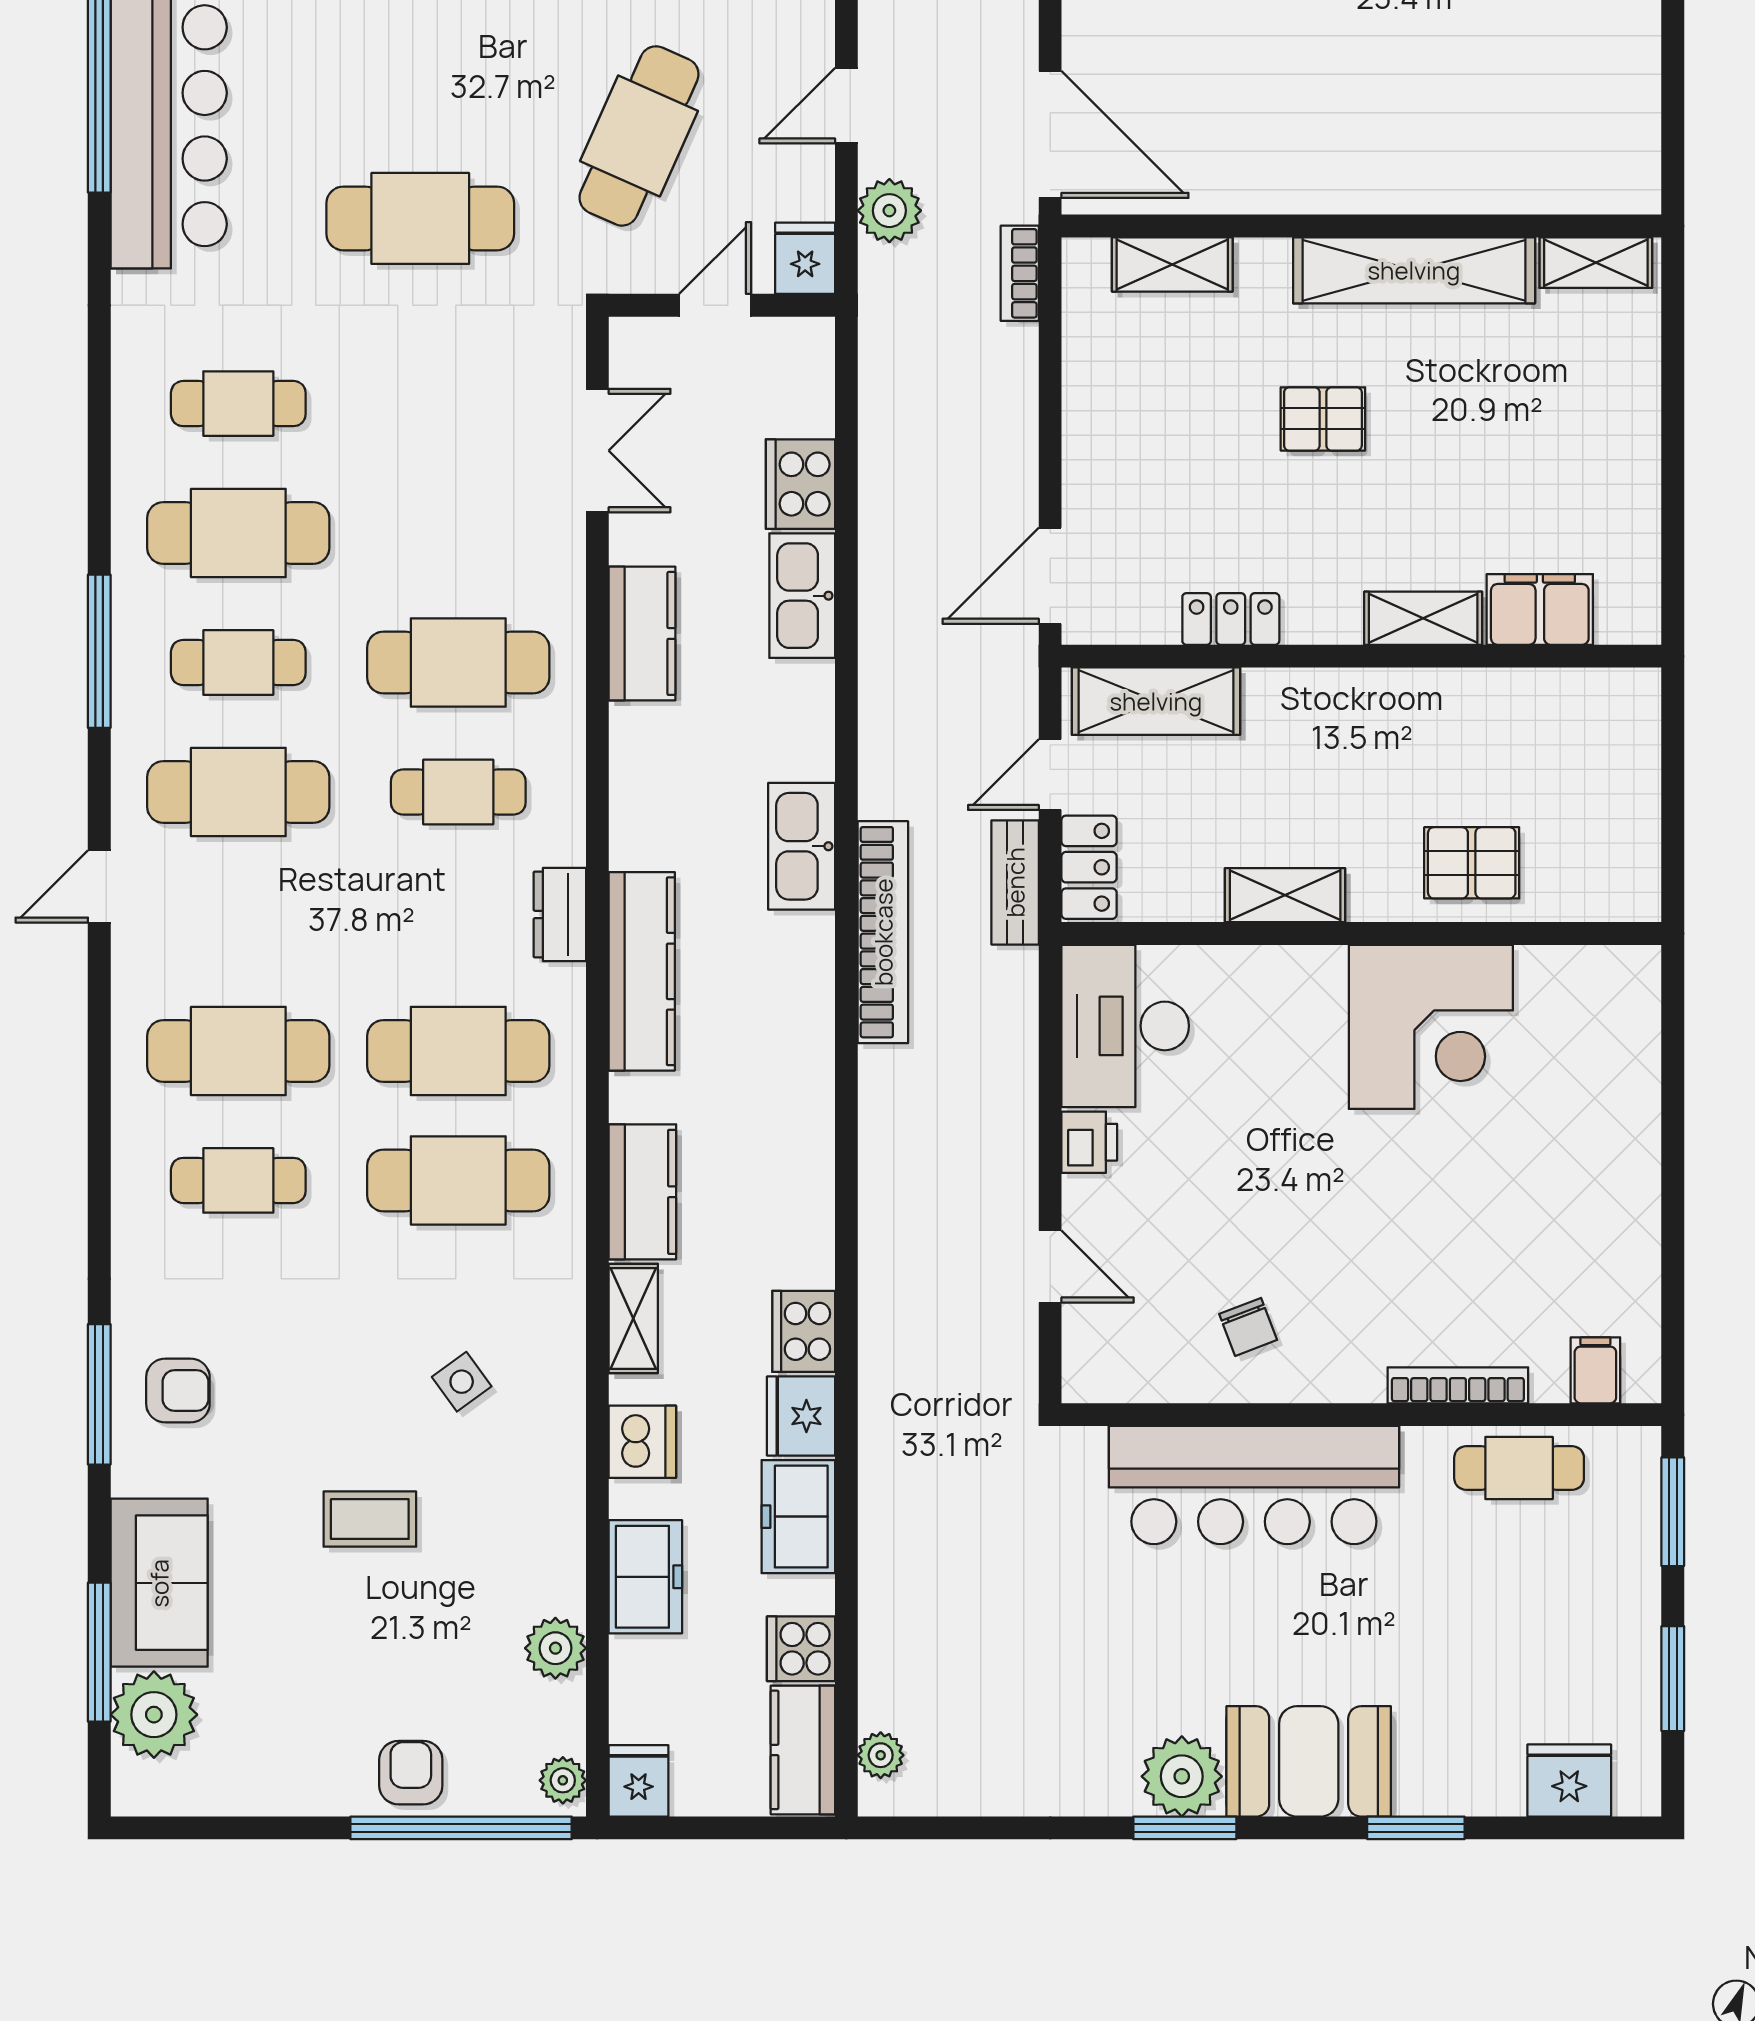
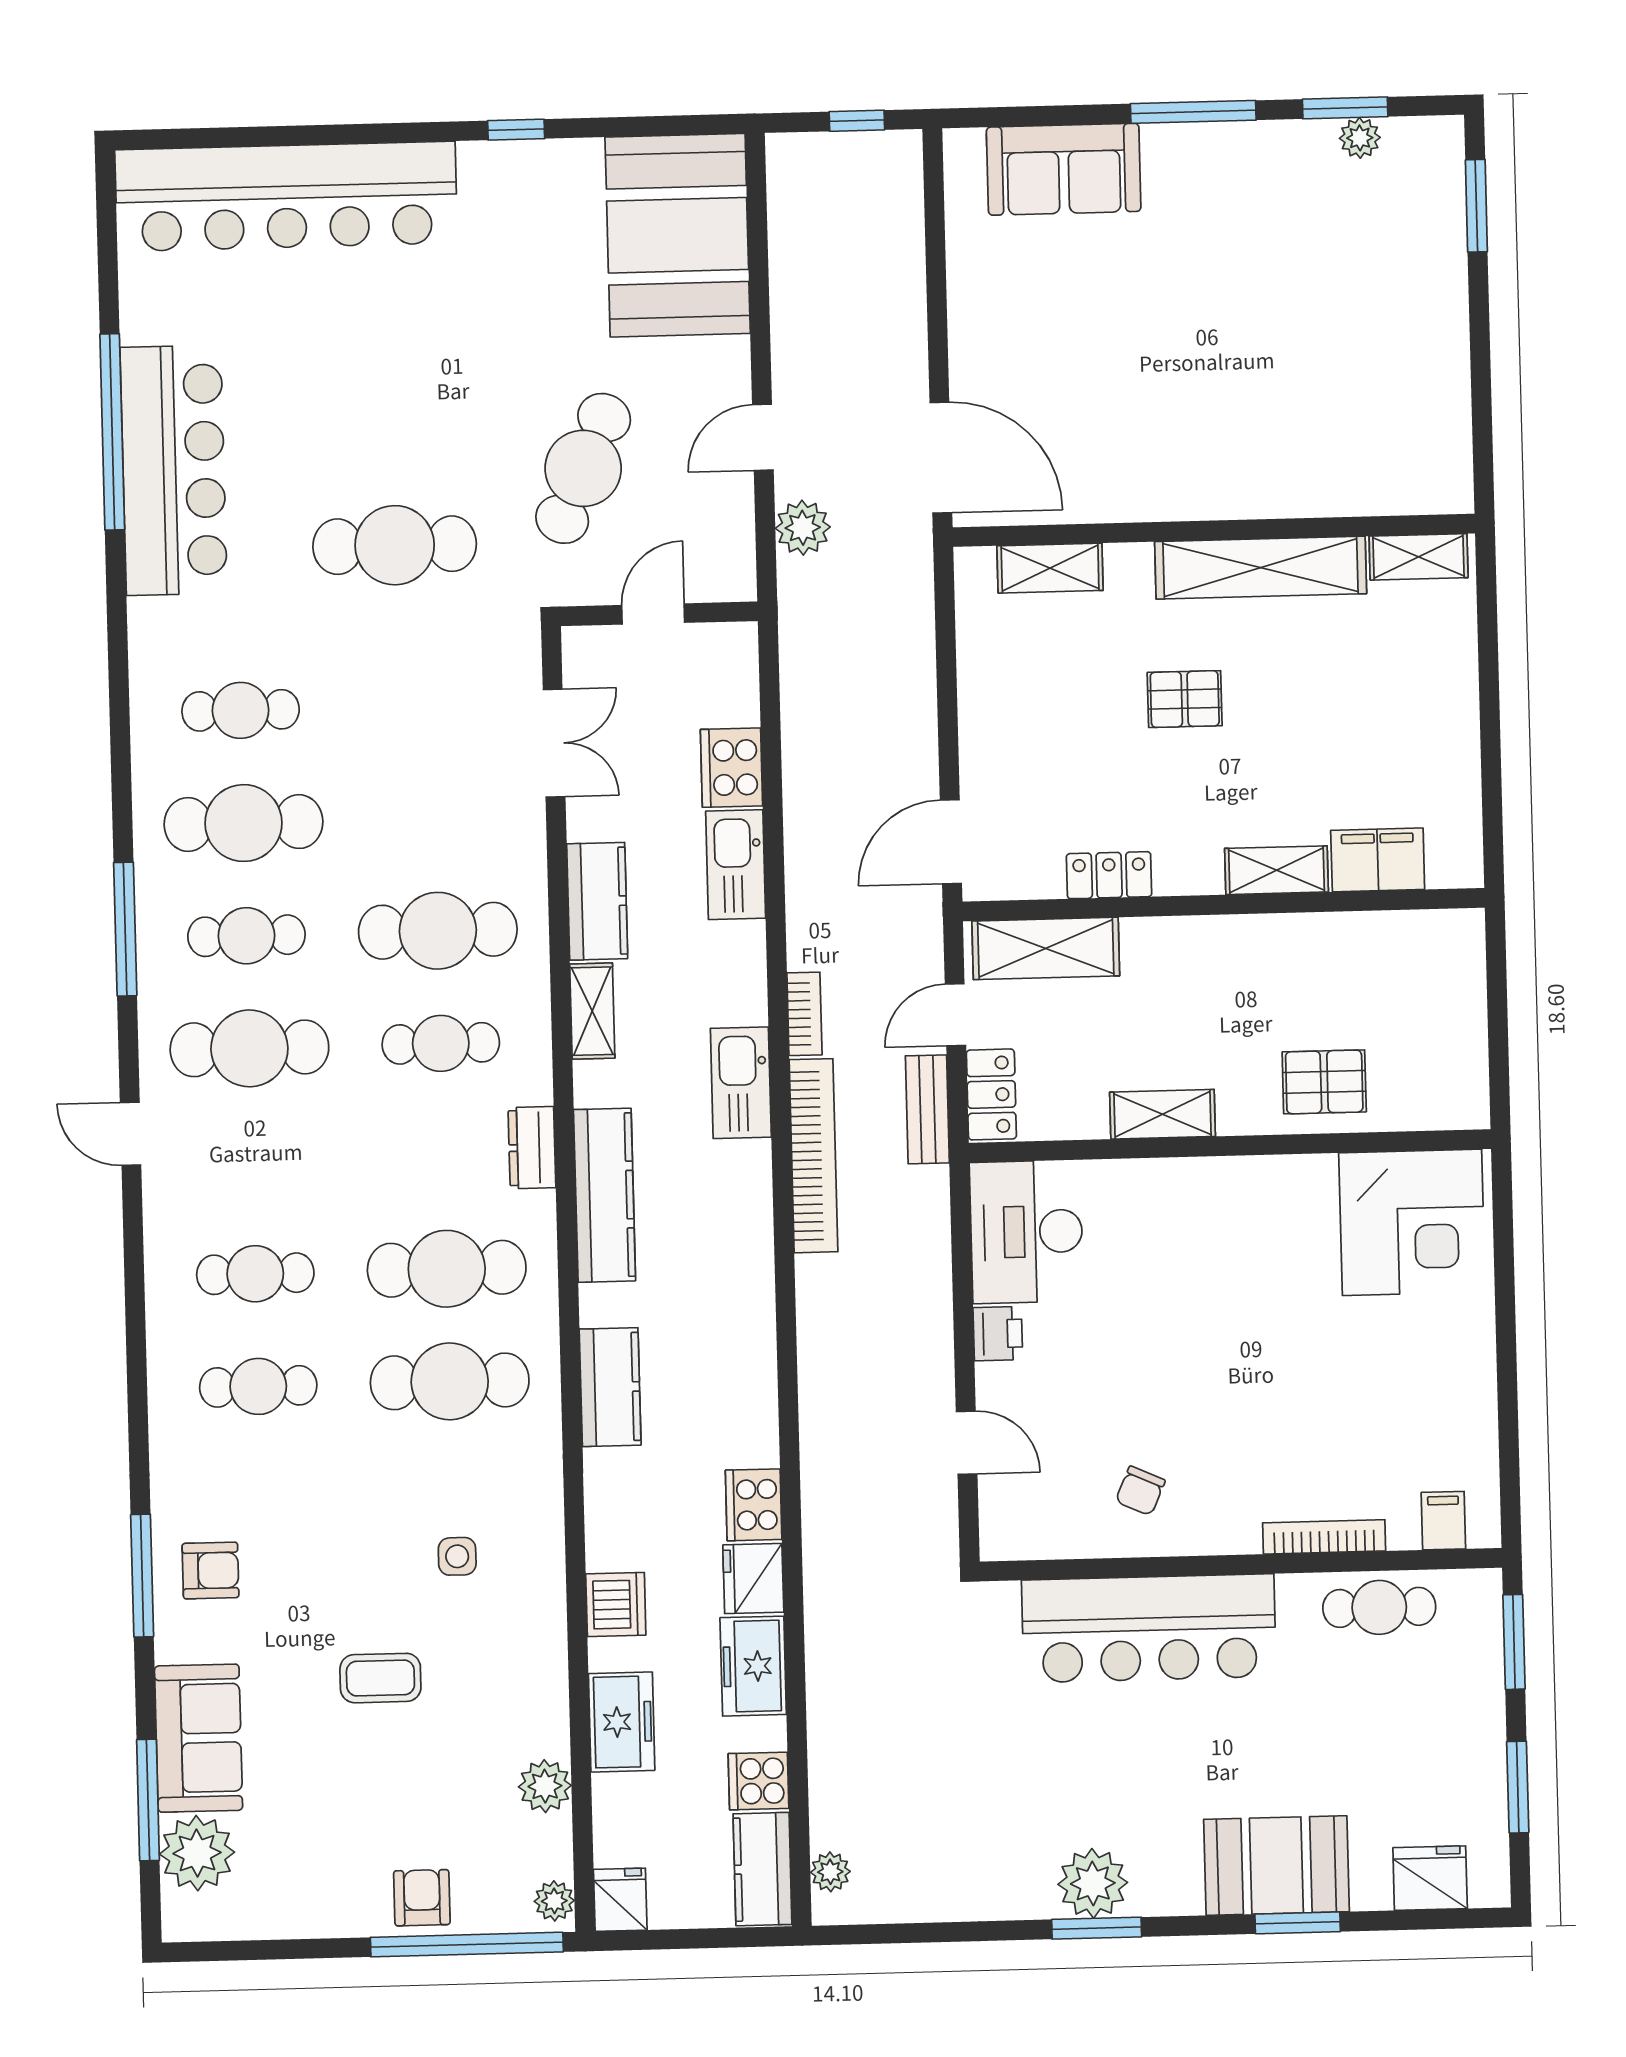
fridge: (805, 258) -> (730, 571), removed
bookcase: (1020, 273) -> (804, 1014), moved, turned 180
door: (99, 886) -> (131, 1134), hinge flipped
corner desk: (1431, 1027) -> (1412, 1222), moved
cafe table: (238, 1051) -> (255, 1274), width x0.73, depth x0.74
shelving: (633, 1319) -> (592, 1011), moved
chair: (1248, 1327) -> (1140, 1491), turned 45
side table: (462, 1382) -> (457, 1556), turned 36
booth: (1309, 1761) -> (1276, 1865), moved

